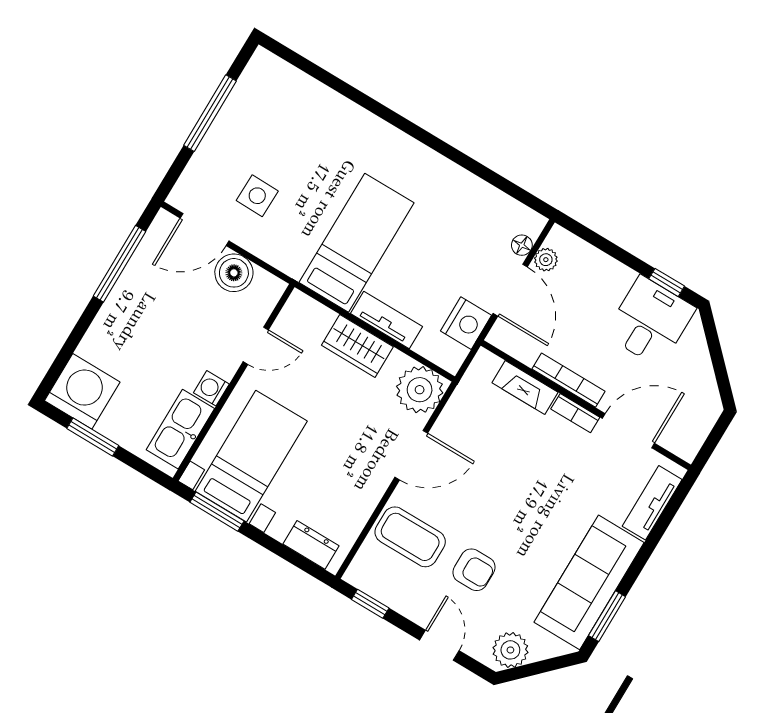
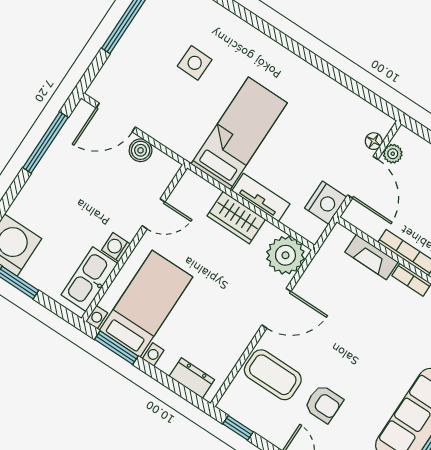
side table: (257, 196) -> (195, 63), moved
boiler: (234, 273) -> (141, 150), width x0.73, depth x0.73

